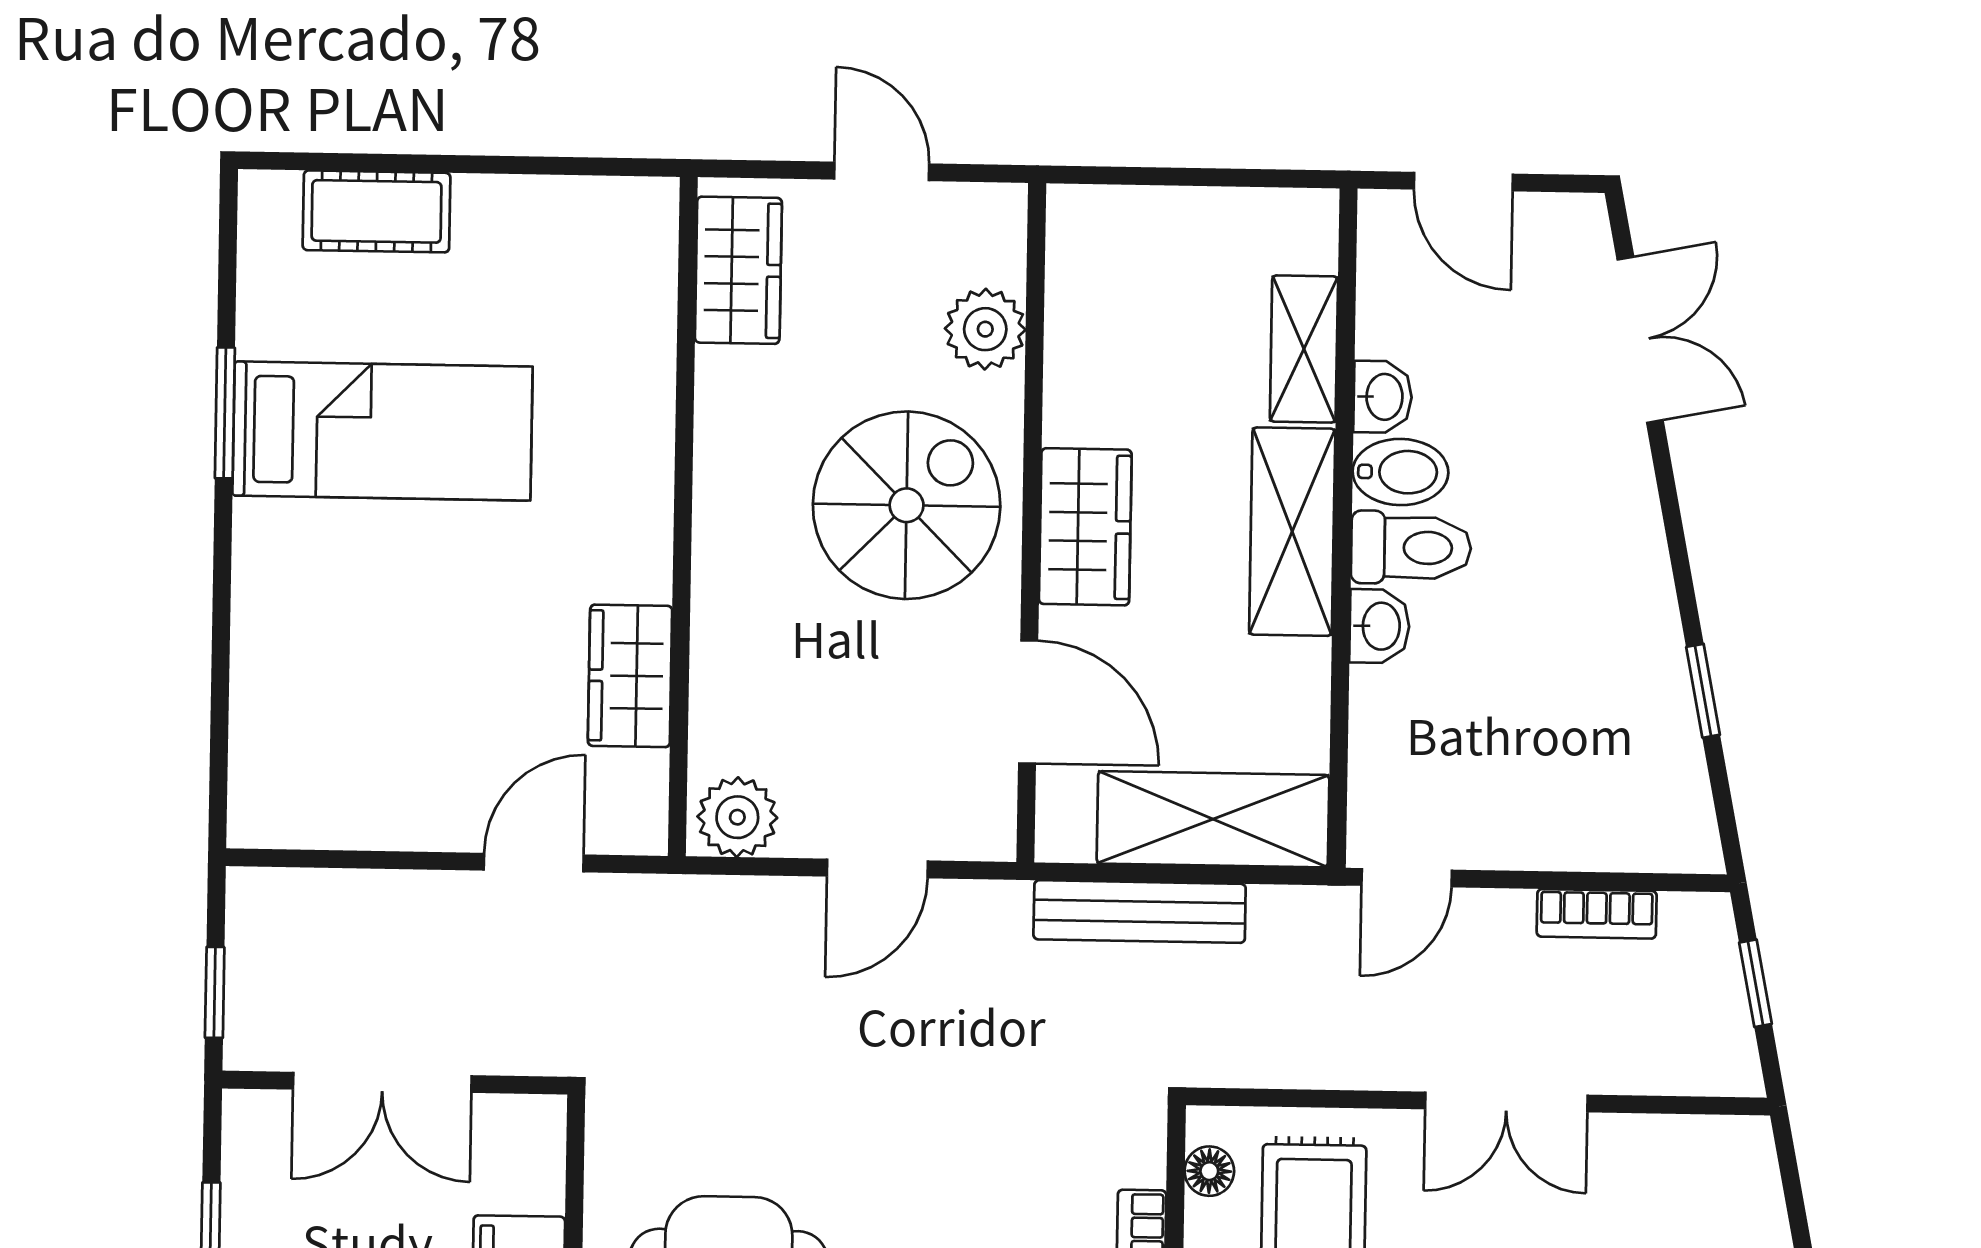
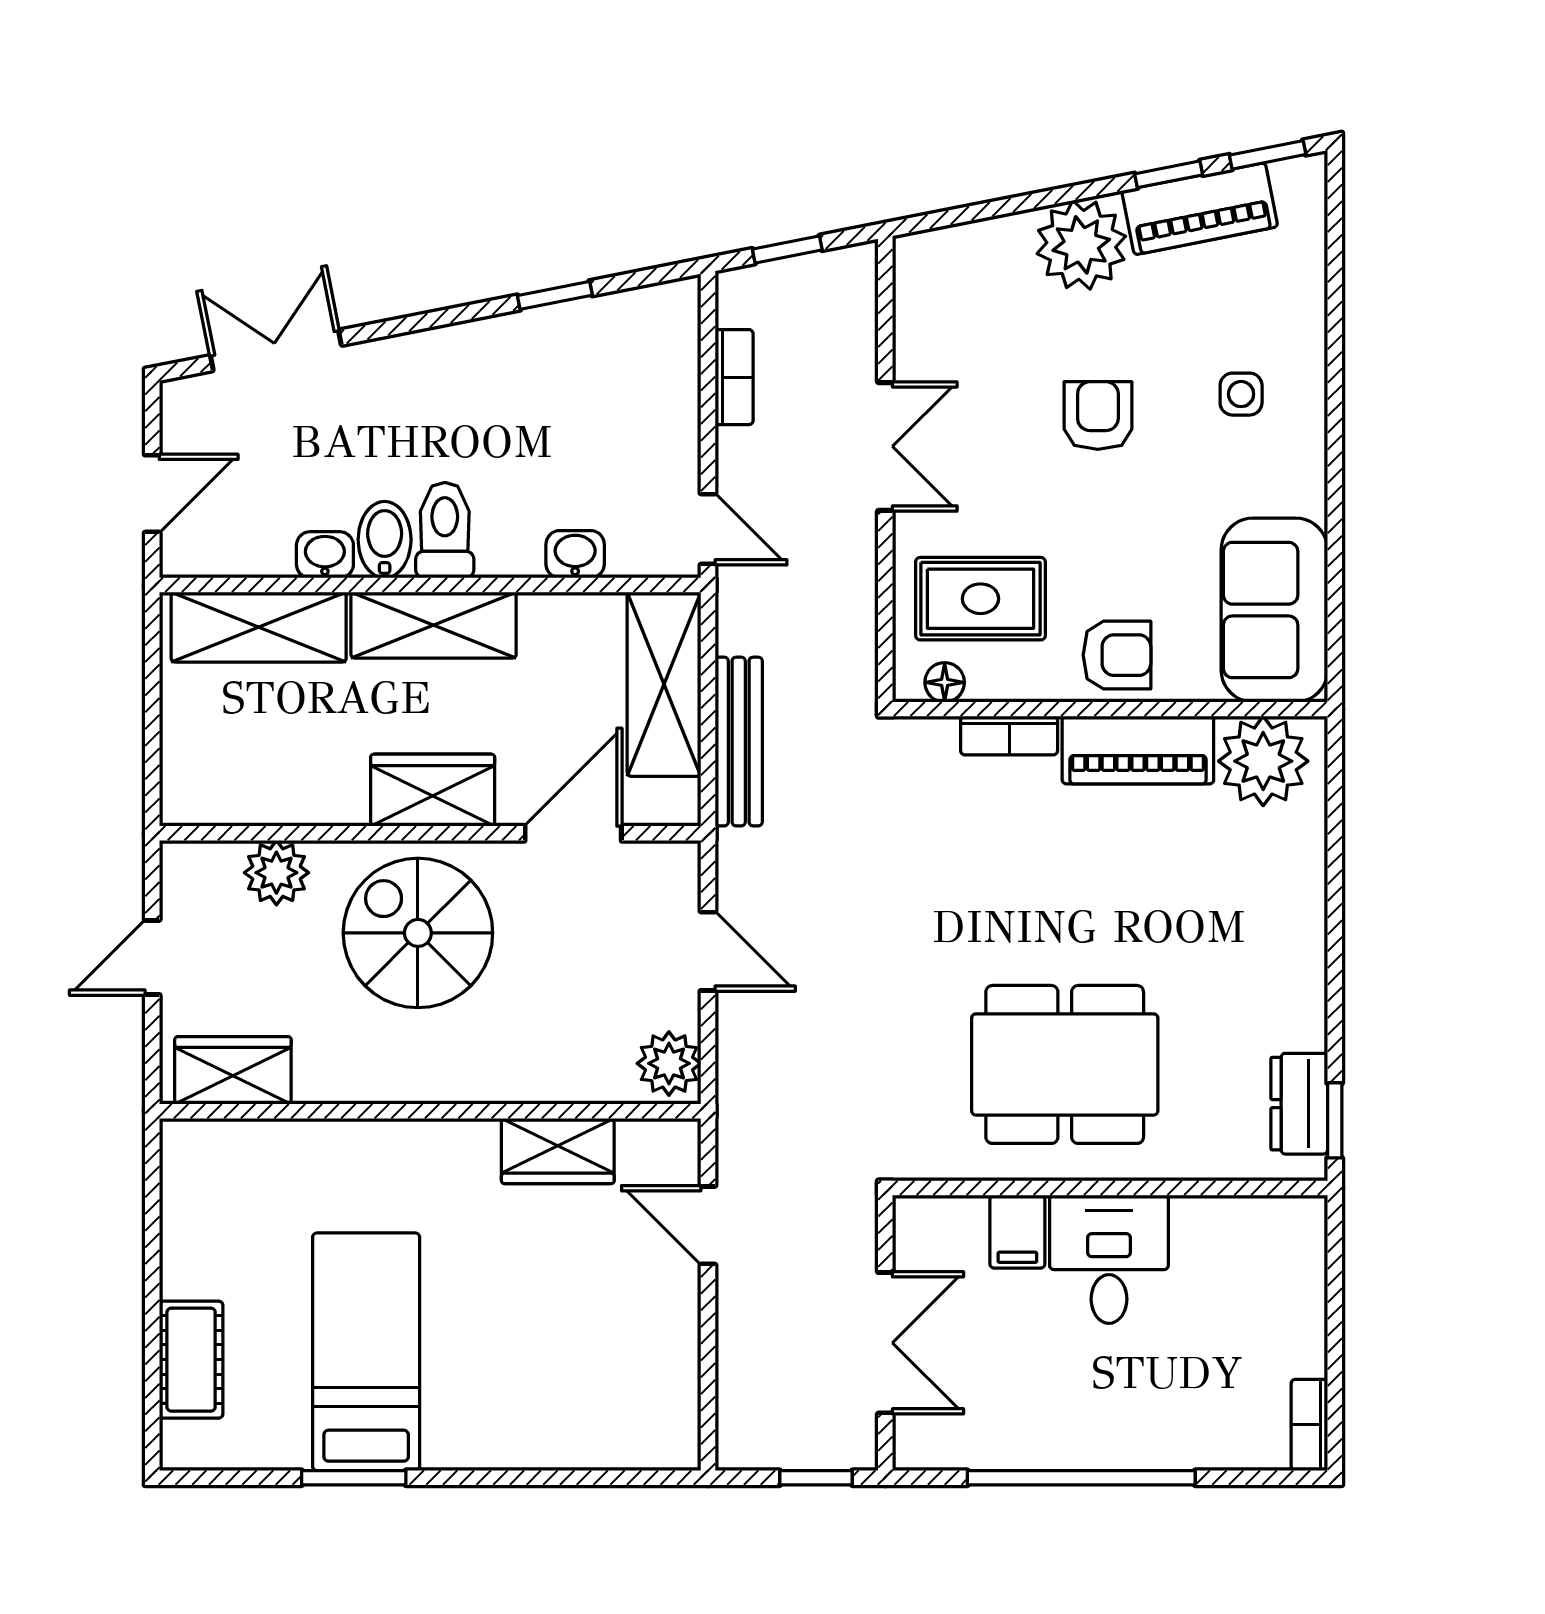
shelving: (1304, 349) -> (259, 627), width x1.50, depth x1.33
washbasin: (1380, 626) -> (575, 554), moved

